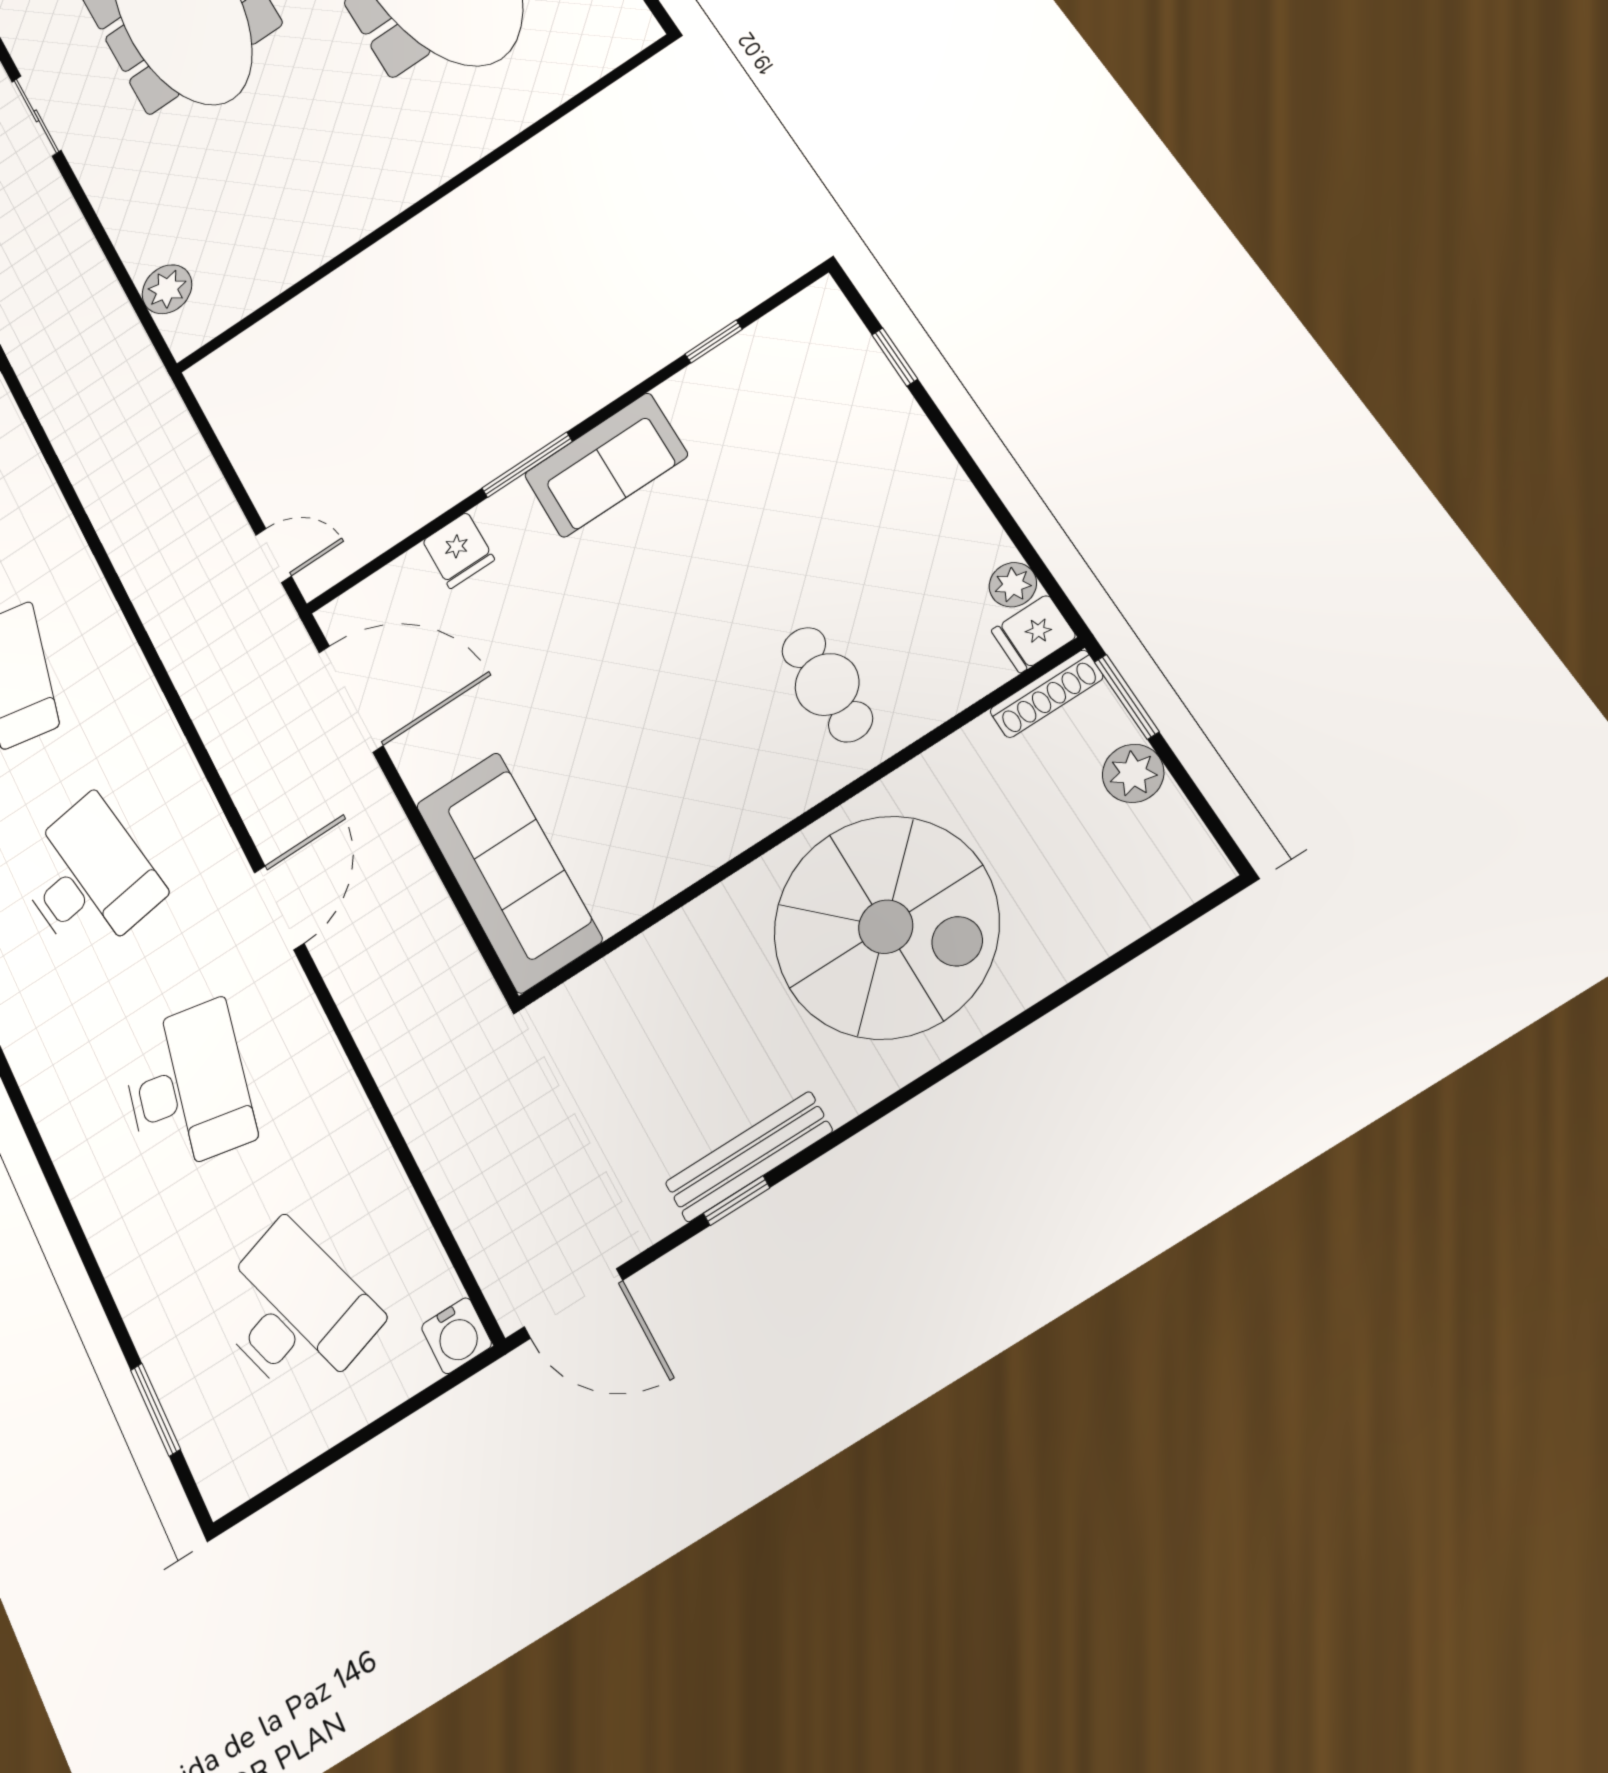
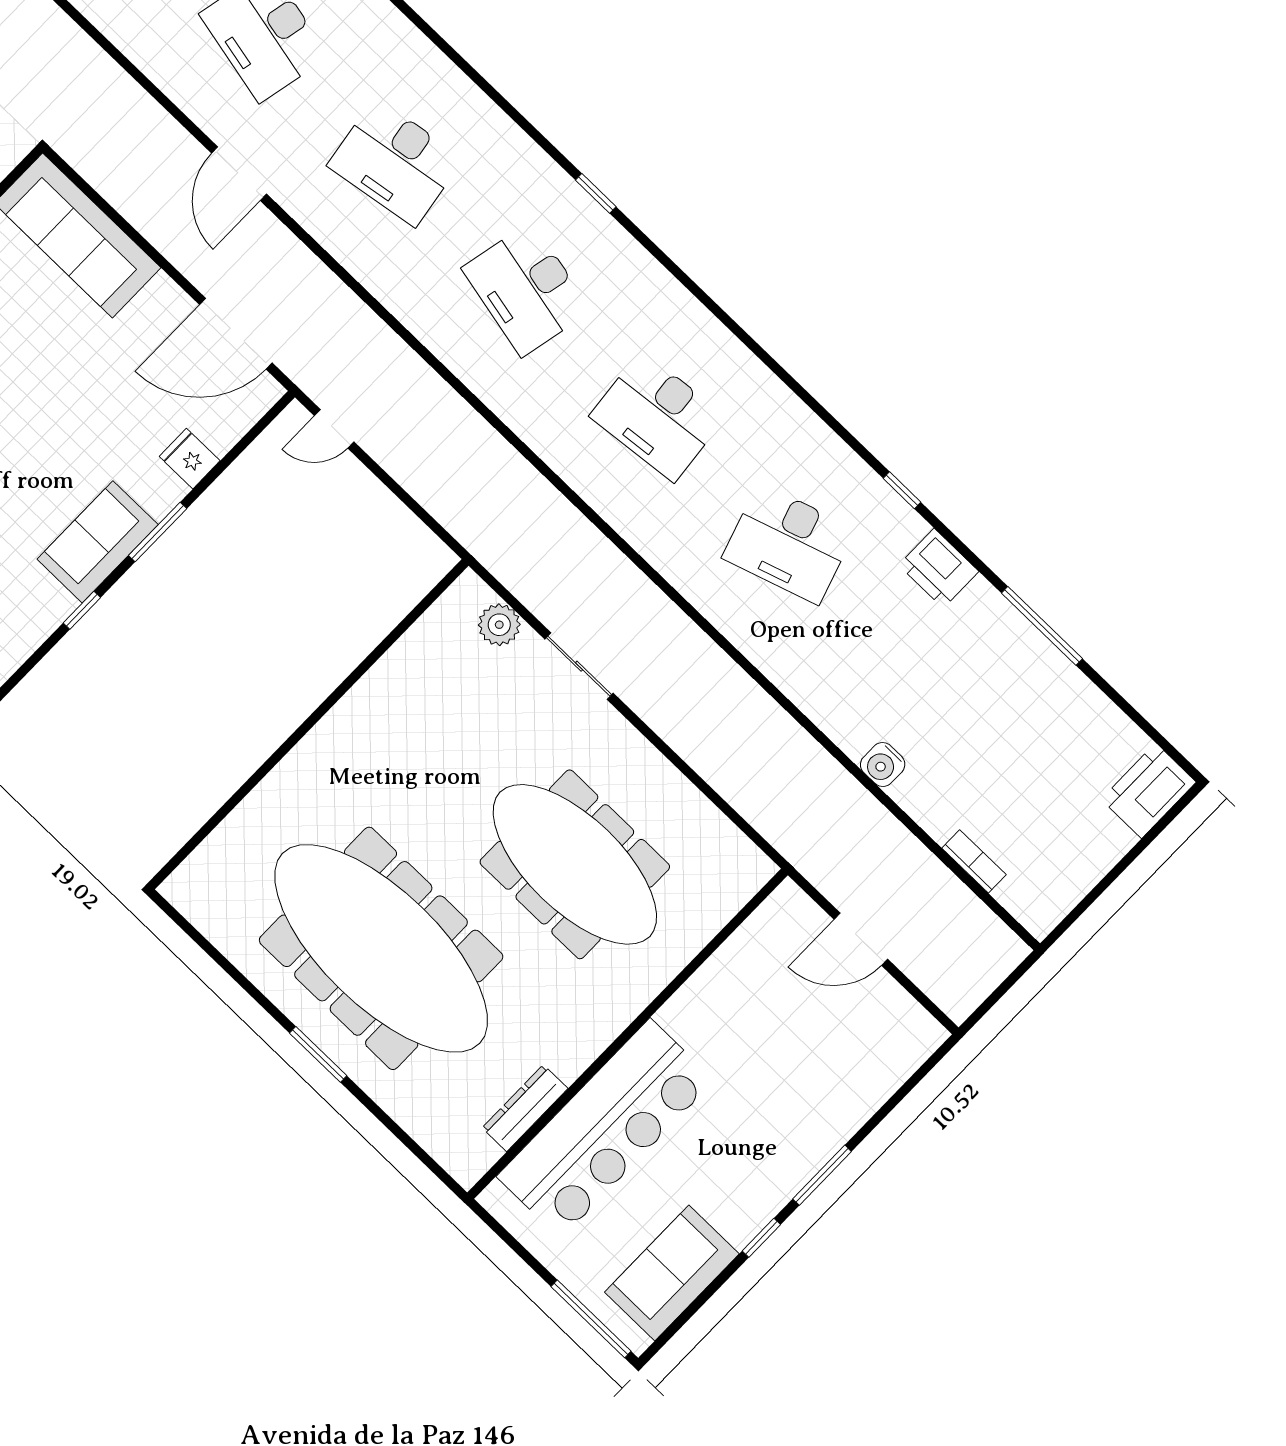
sliding door: (36, 116) -> (579, 666), moved
window: (714, 342) -> (82, 610), moved

